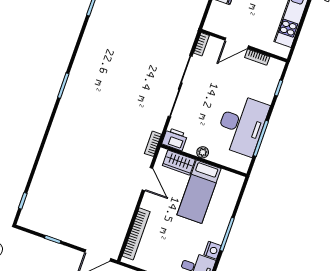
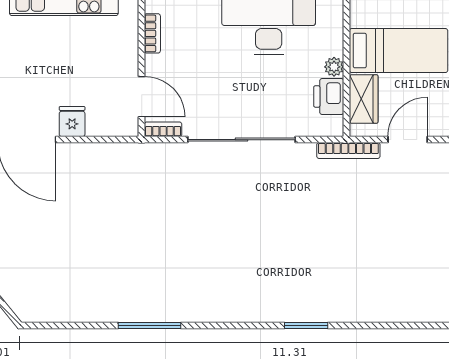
door: (237, 43) -> (142, 97), moved
printer: (175, 139) -> (329, 96), moved
bookcase: (153, 144) -> (348, 150), width x1.56

